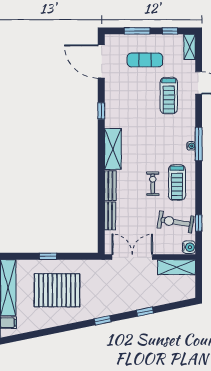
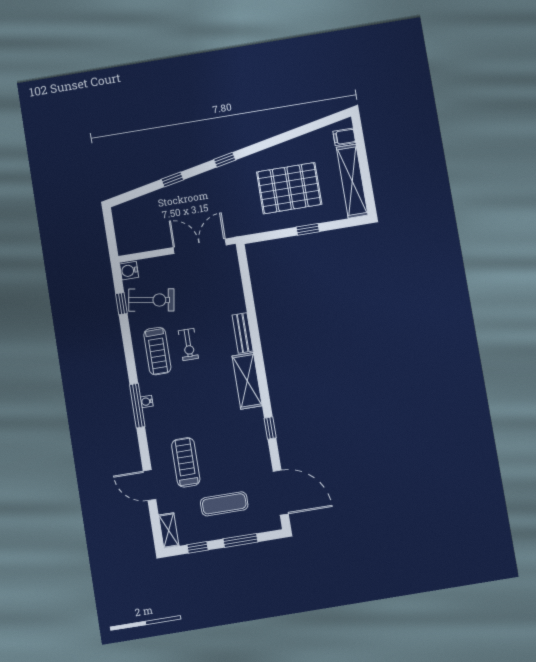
treadmill: (177, 183) -> (157, 351), turned 180
bench: (110, 216) -> (237, 294), removed
double door: (132, 257) -> (200, 246), swing flipped
shelving: (176, 267) -> (141, 242), removed

